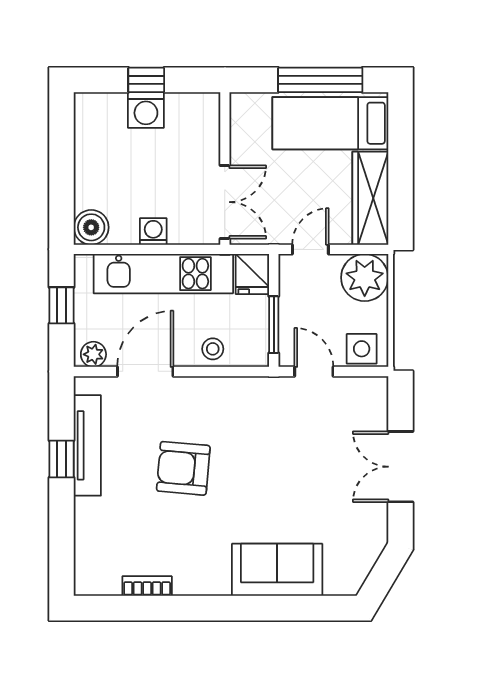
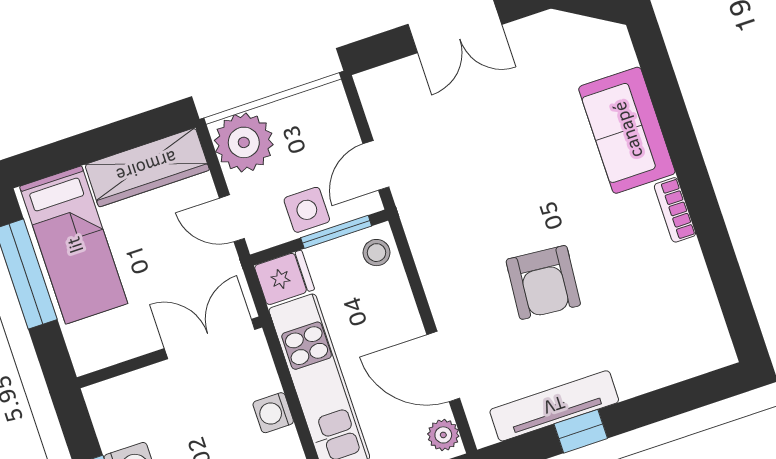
stool: (213, 349) -> (376, 253), moved
side table: (362, 349) -> (307, 210), moved
bookcase: (147, 586) -> (675, 210), moved

